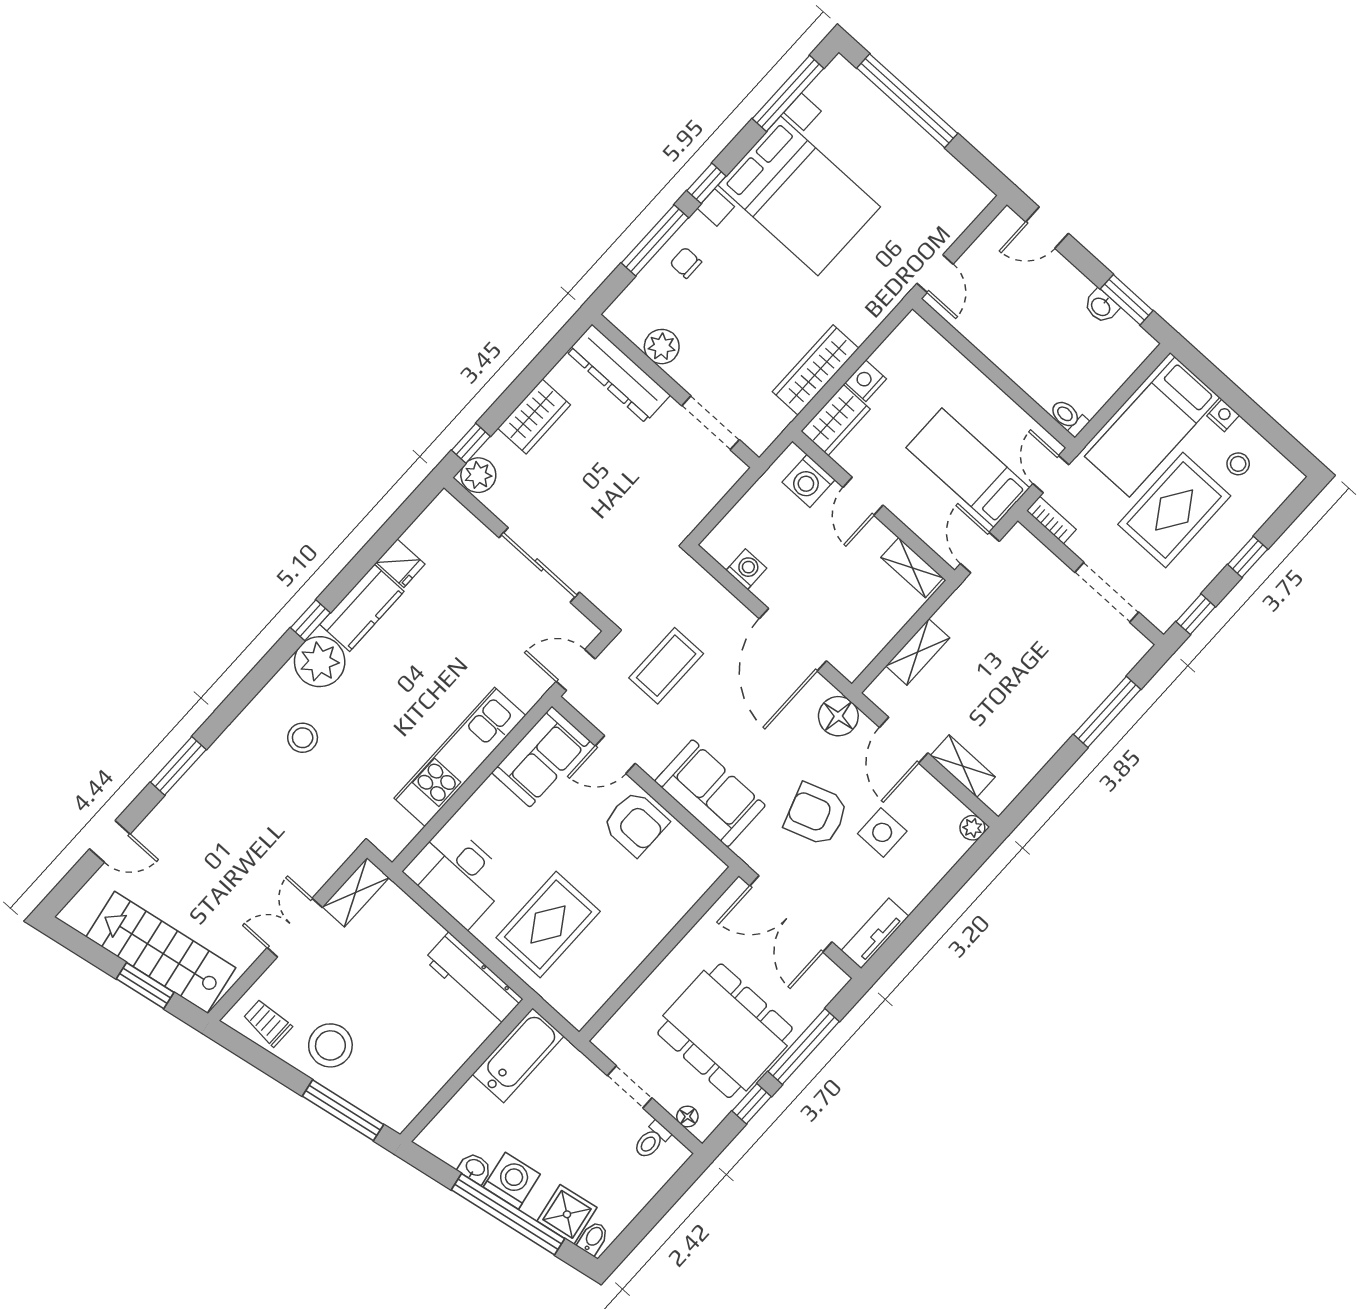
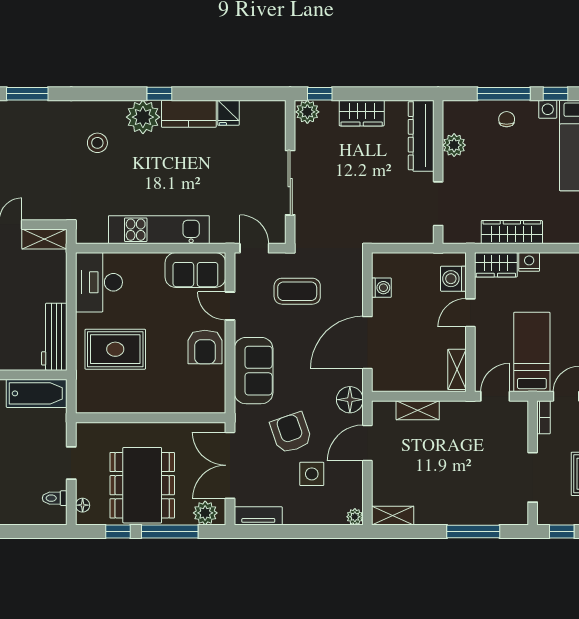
shelving: (963, 766) -> (393, 516), moved, turned 90
plant: (819, 989) -> (205, 513), added

